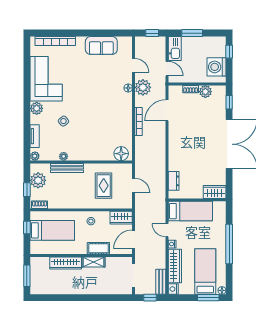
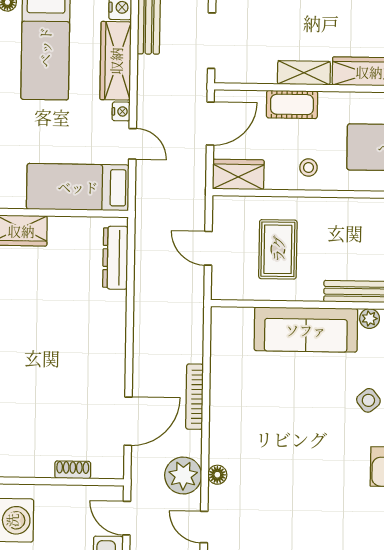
plant: (205, 92) -> (38, 463), removed
sofa: (91, 151) -> (306, 330), added
floor lamp: (121, 154) -> (236, 323), removed
dresser: (174, 181) -> (115, 258), width x1.44

